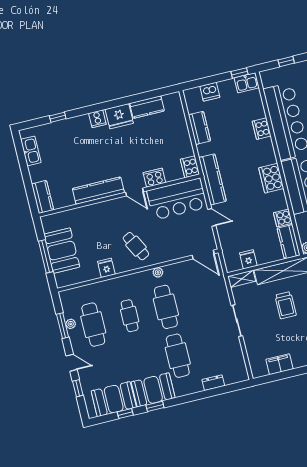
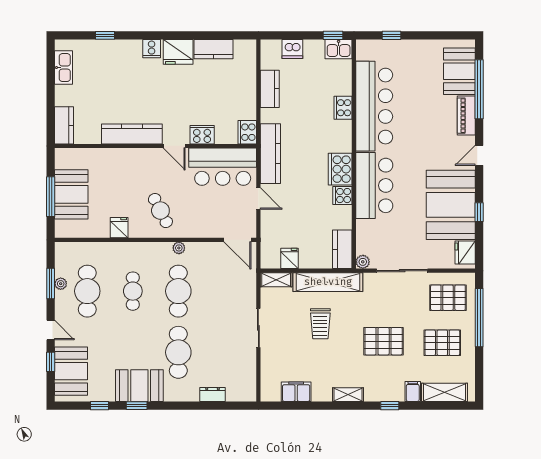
cooker: (283, 218) -> (342, 196), moved
booth: (114, 399) -> (71, 371), moved, turned 90

